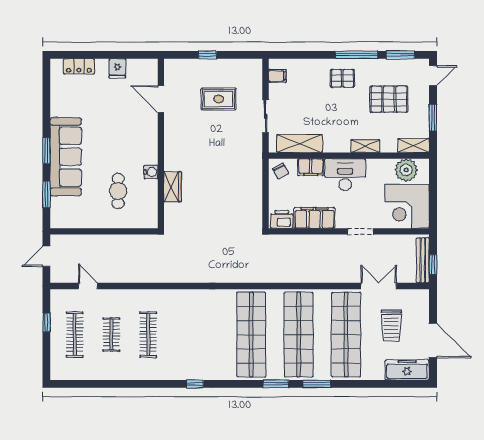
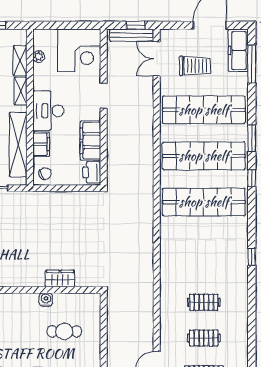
shelving: (300, 144) -> (18, 145), width x1.47
shelving: (414, 146) -> (20, 61), moved
plant: (406, 170) -> (39, 57), width x0.53, depth x0.53
double door: (379, 286) -> (157, 59), moved
clothes rail: (148, 335) -> (204, 302), width x0.73
window: (276, 384) -> (252, 178), width x0.67
window: (393, 384) -> (252, 64), added

